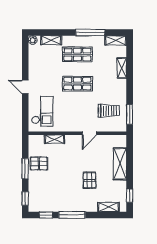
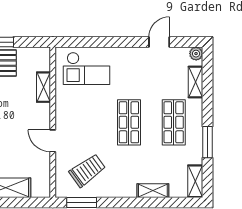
window: (90, 32) -> (208, 142), width x0.69
door: (25, 87) -> (159, 42), moved
trolley: (109, 111) -> (87, 170), turned -126

